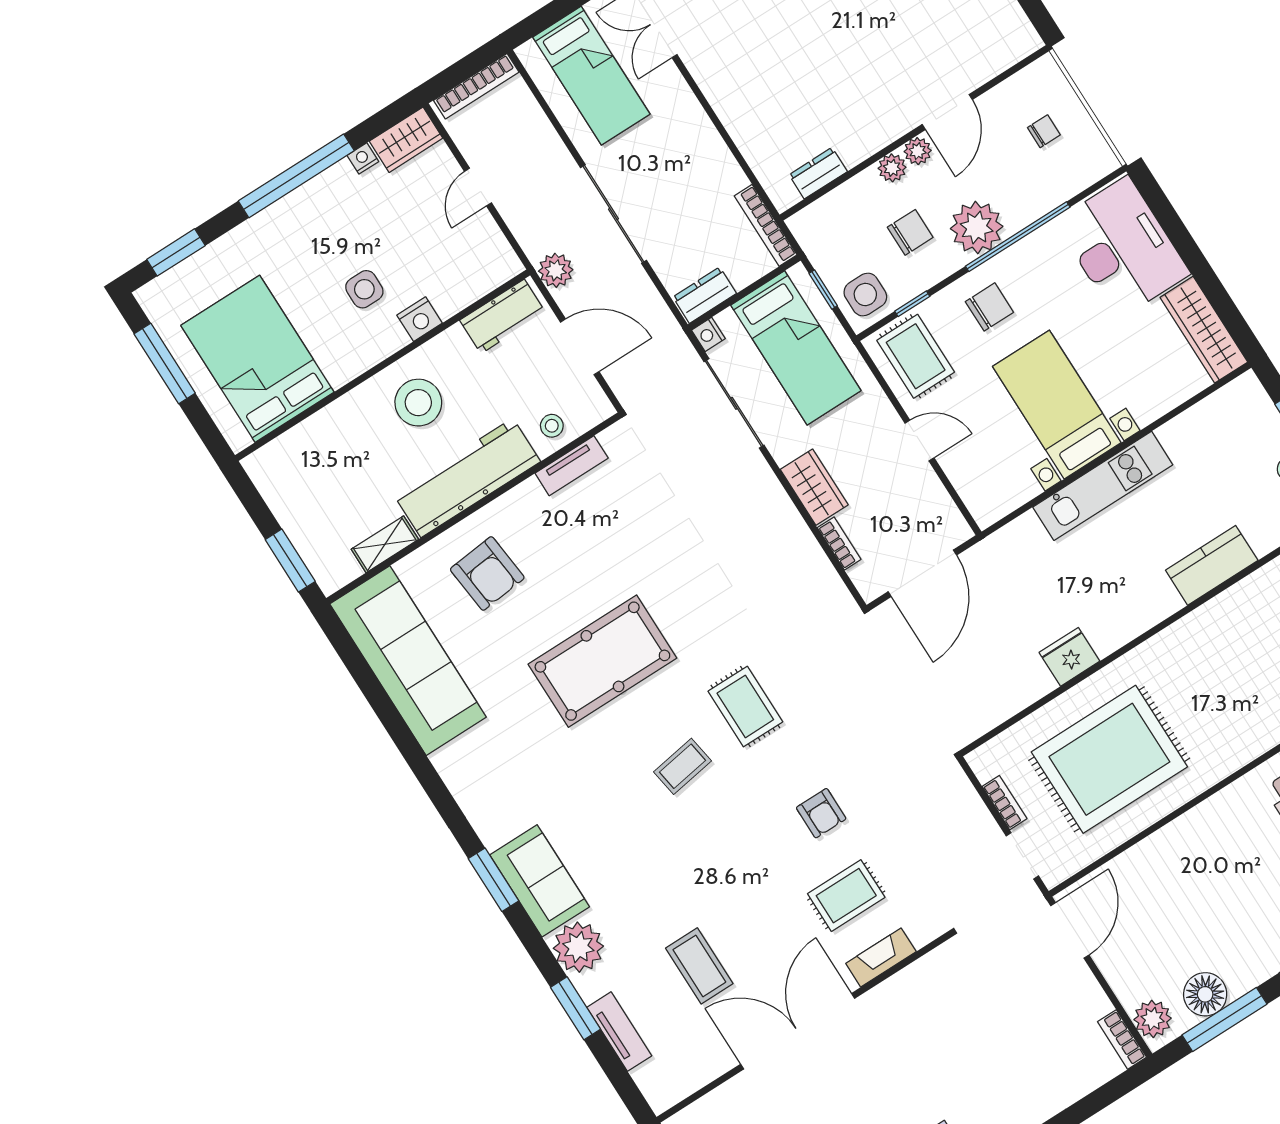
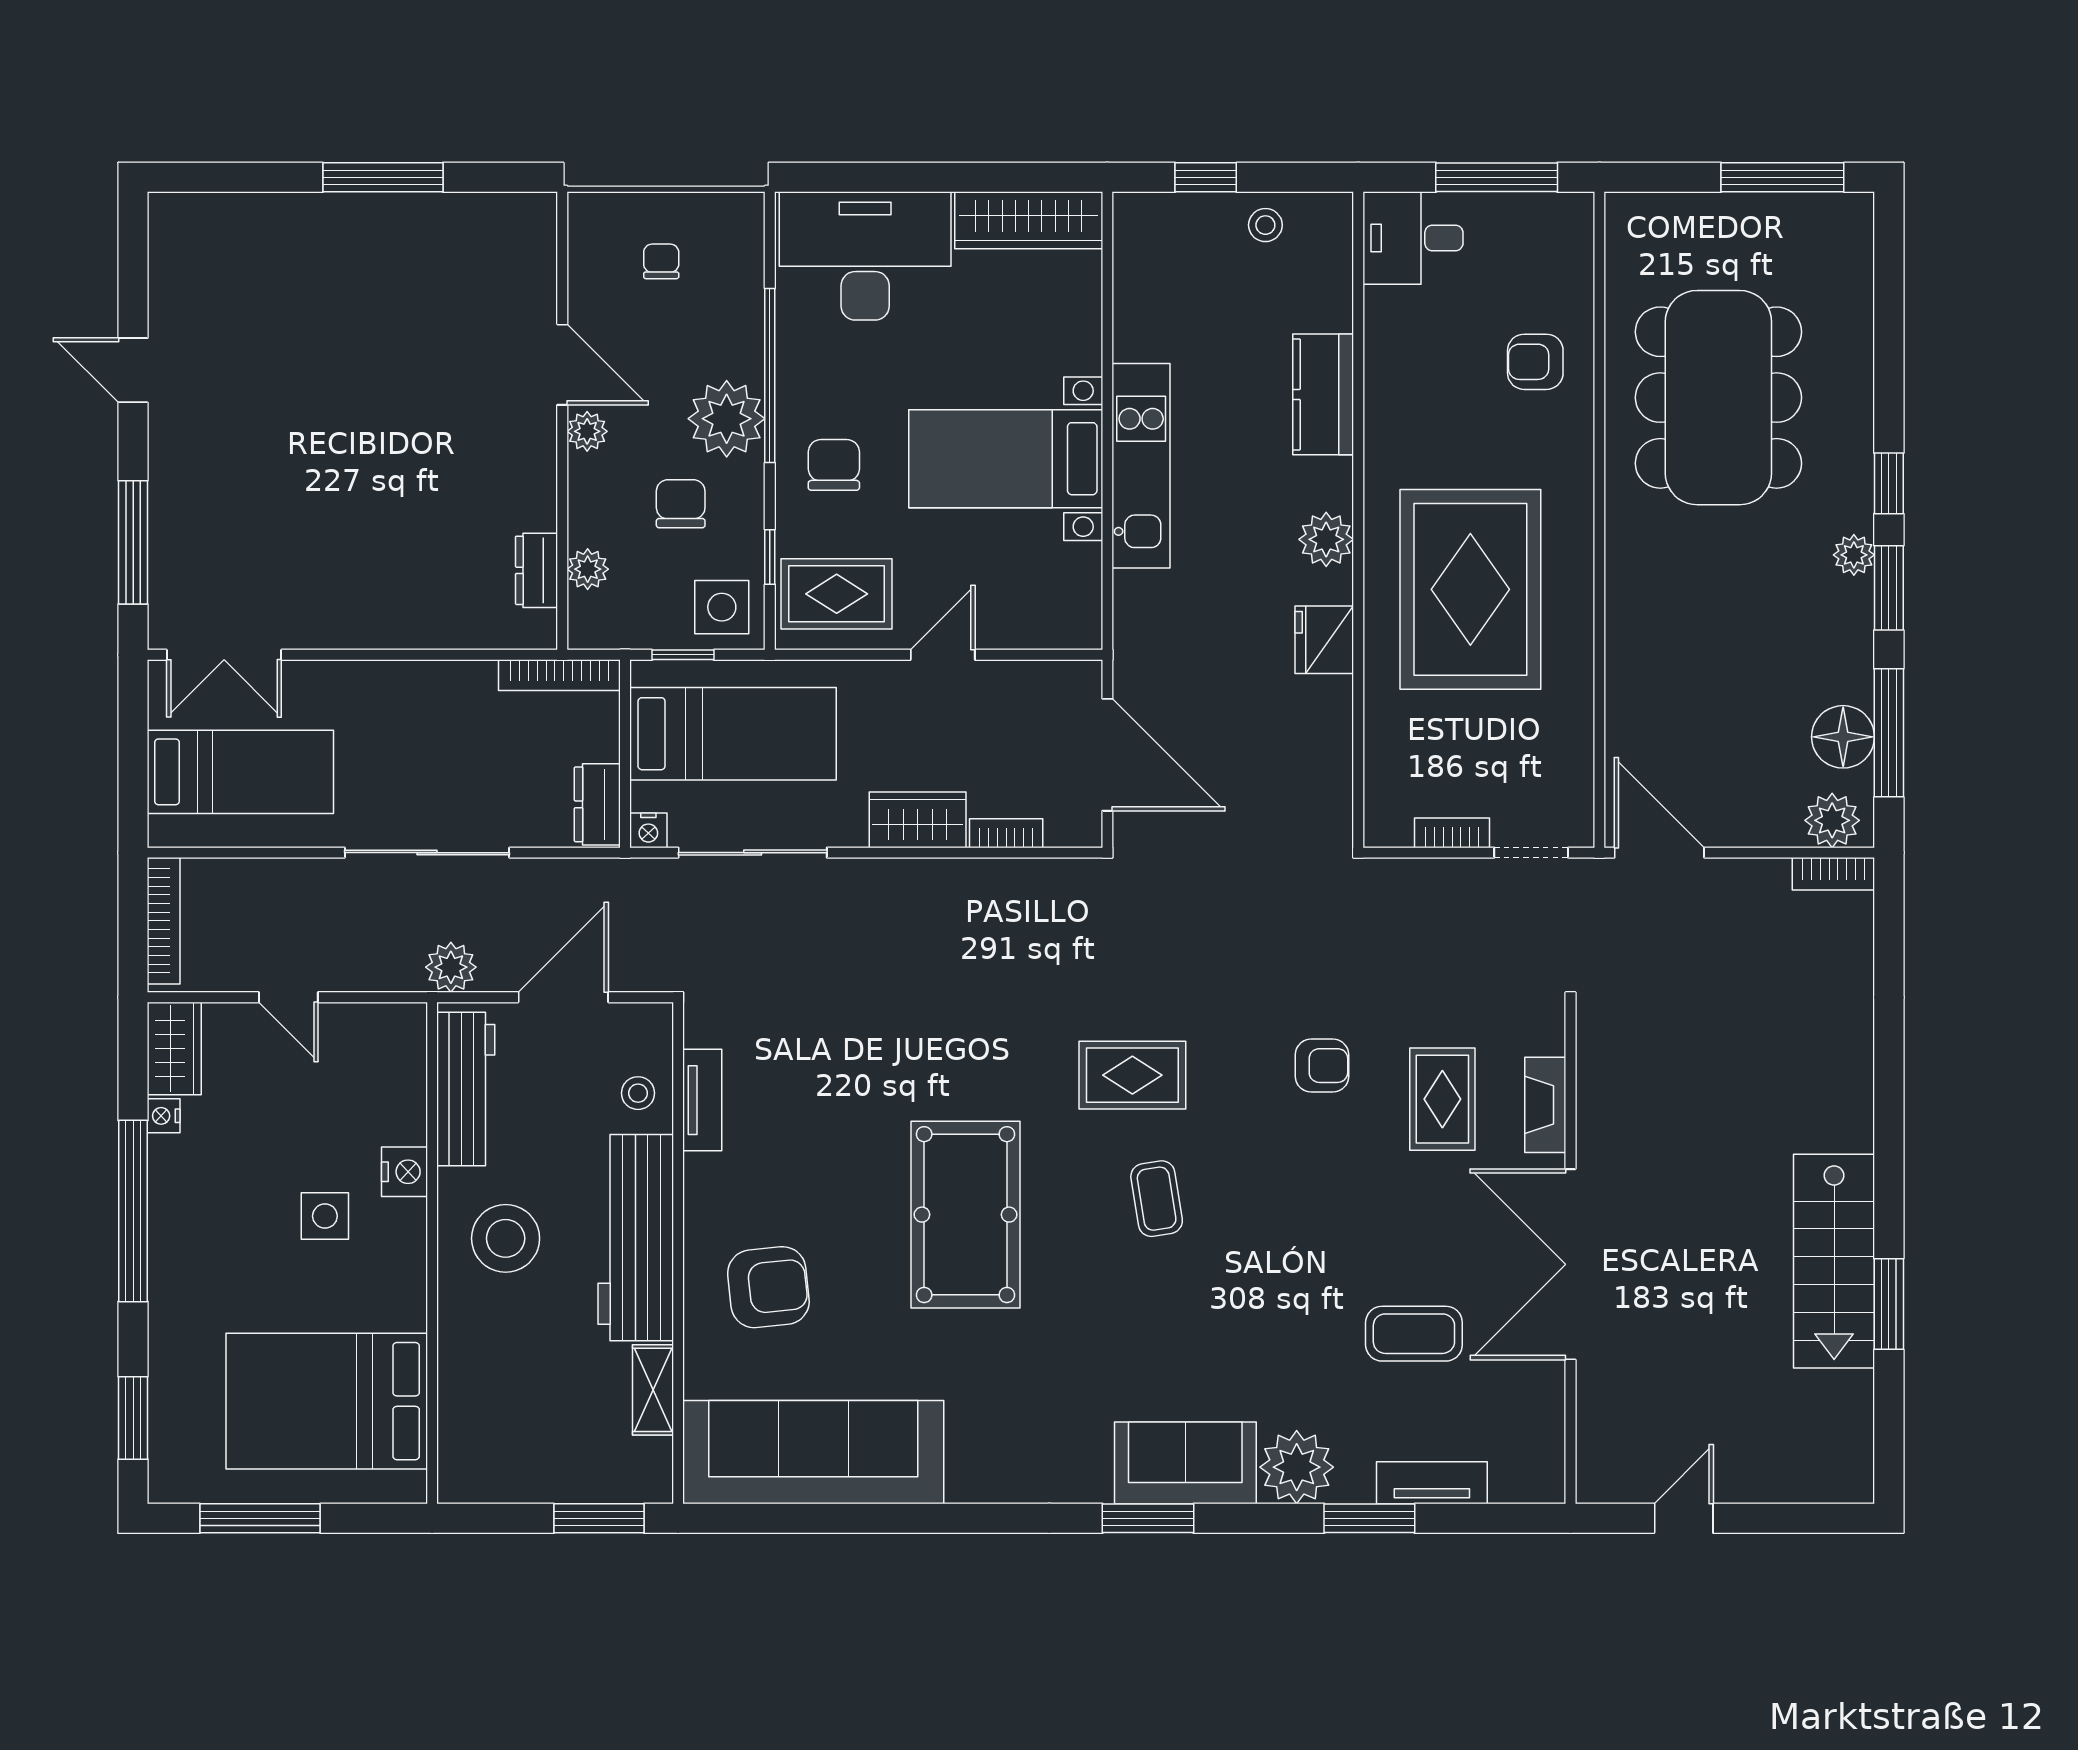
plant: (892, 168) -> (588, 569), moved
workbench: (503, 316) -> (466, 1089), width x1.38
plant: (1129, 621) -> (1326, 539), added
rug: (1109, 759) -> (1470, 589), moved

